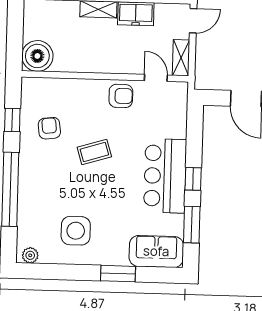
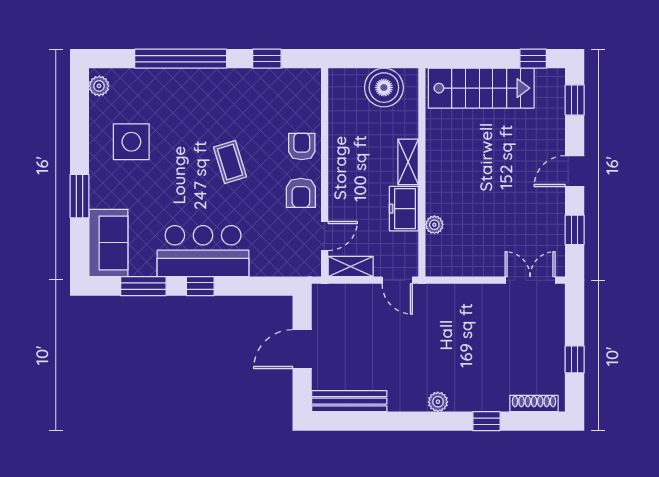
boiler: (37, 56) -> (384, 88), moved
armchair: (49, 128) -> (302, 146), moved, turned -83

